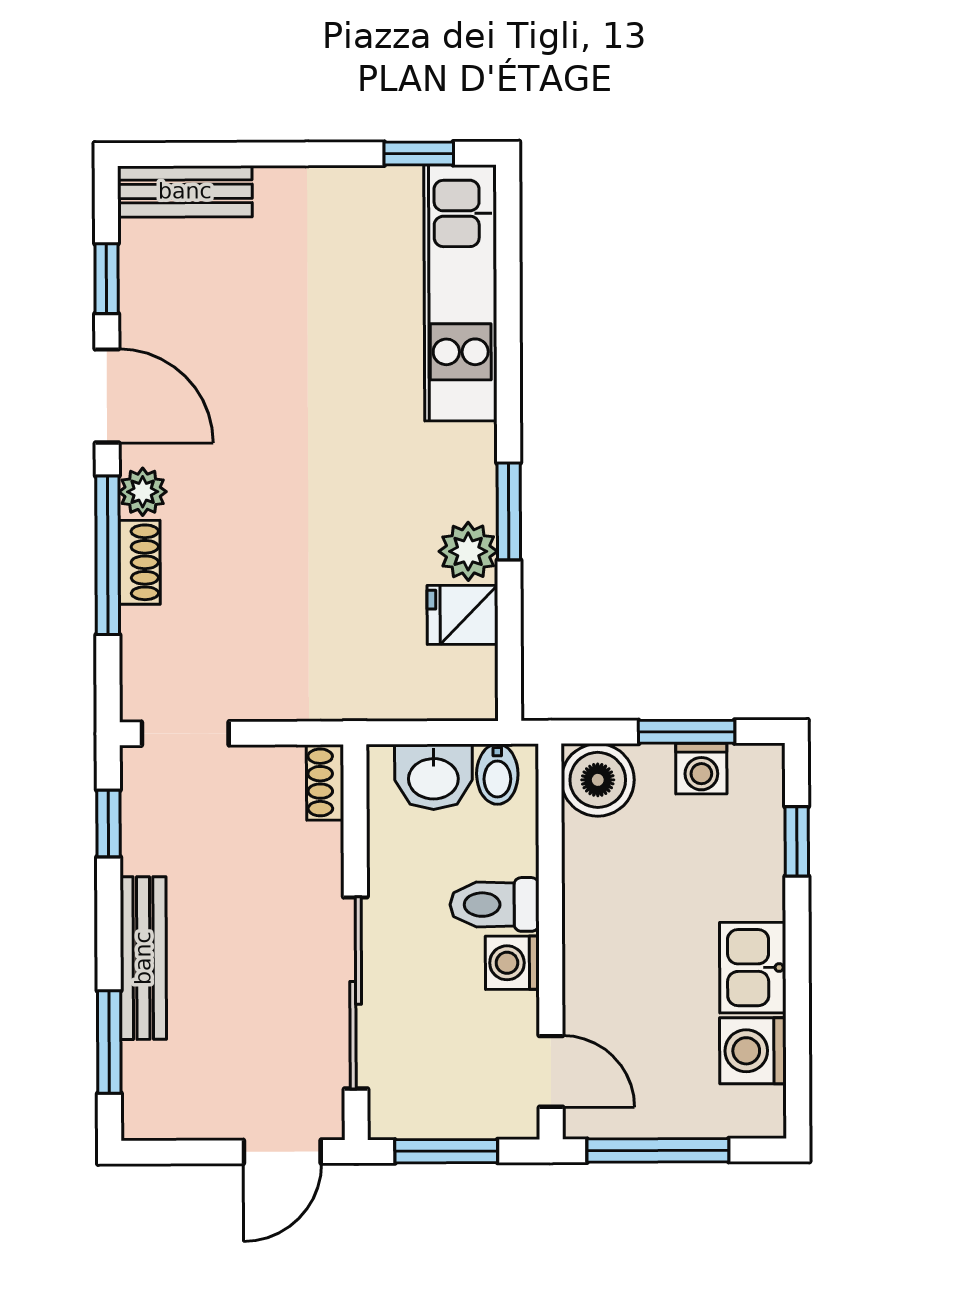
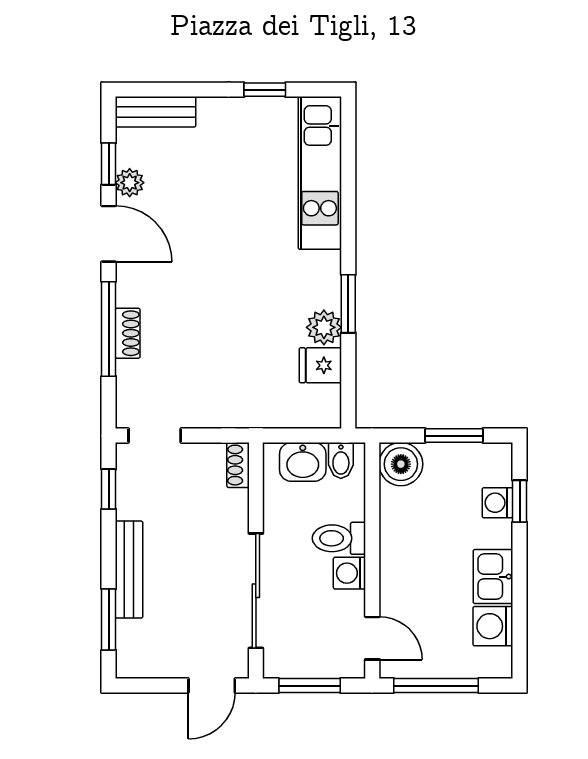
window: (419, 153) -> (265, 90), moved
plant: (143, 492) -> (130, 183), moved
washing machine: (701, 769) -> (497, 503), moved, turned 90

